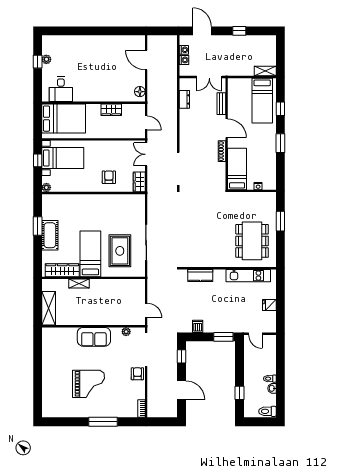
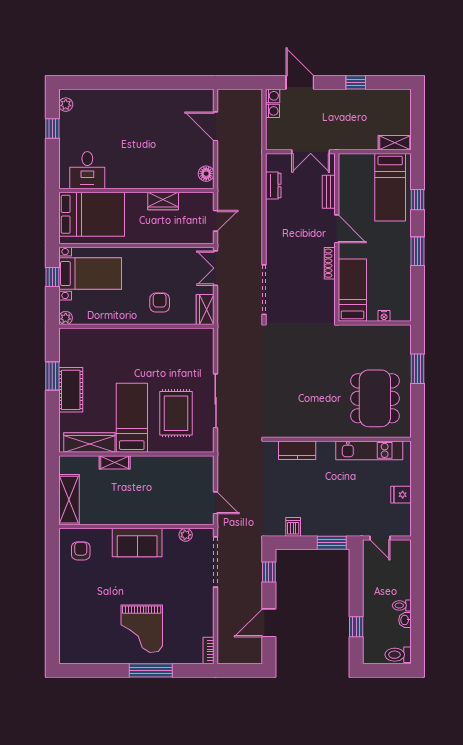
plant: (46, 59) -> (66, 105), moved
washing machine: (184, 60) -> (273, 96), moved
door: (146, 123) -> (216, 221), hinge flipped
armchair: (137, 374) -> (81, 551), moved
grand piano: (89, 384) -> (142, 629), moved, turned 90
door: (182, 390) -> (269, 623), swing flipped

